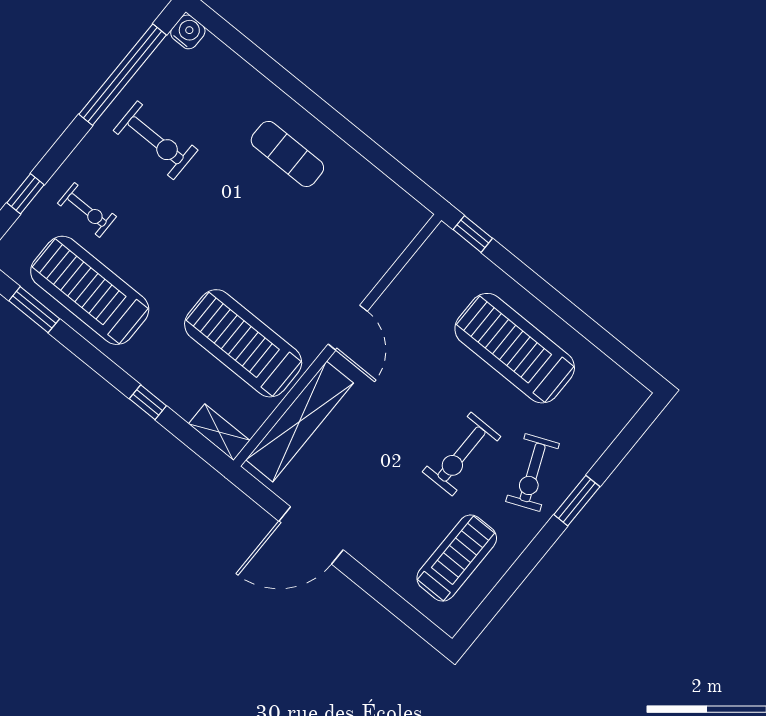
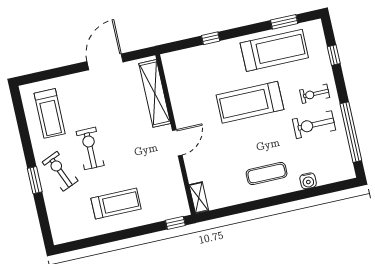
water cooler: (188, 32) -> (308, 181), moved
exercise bike: (87, 210) -> (315, 94), moved
door: (348, 328) -> (177, 143), swing flipped
treadmill: (243, 343) -> (250, 102), moved, turned 180
treadmill: (515, 348) -> (116, 204), width x0.73, depth x0.73
shelving: (219, 432) -> (199, 198), moved, turned 90

